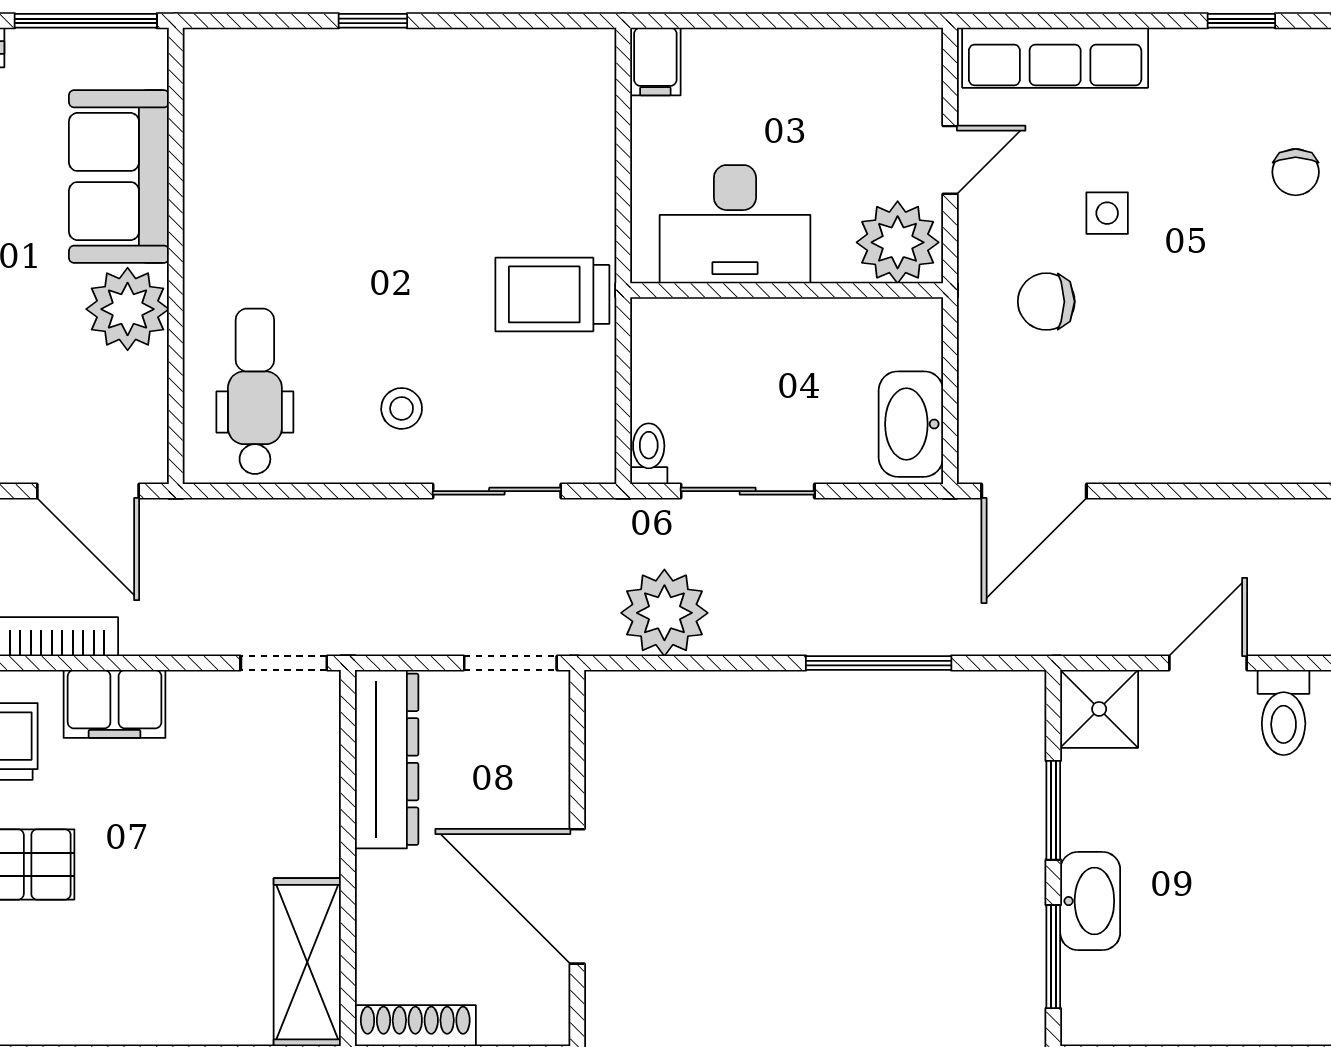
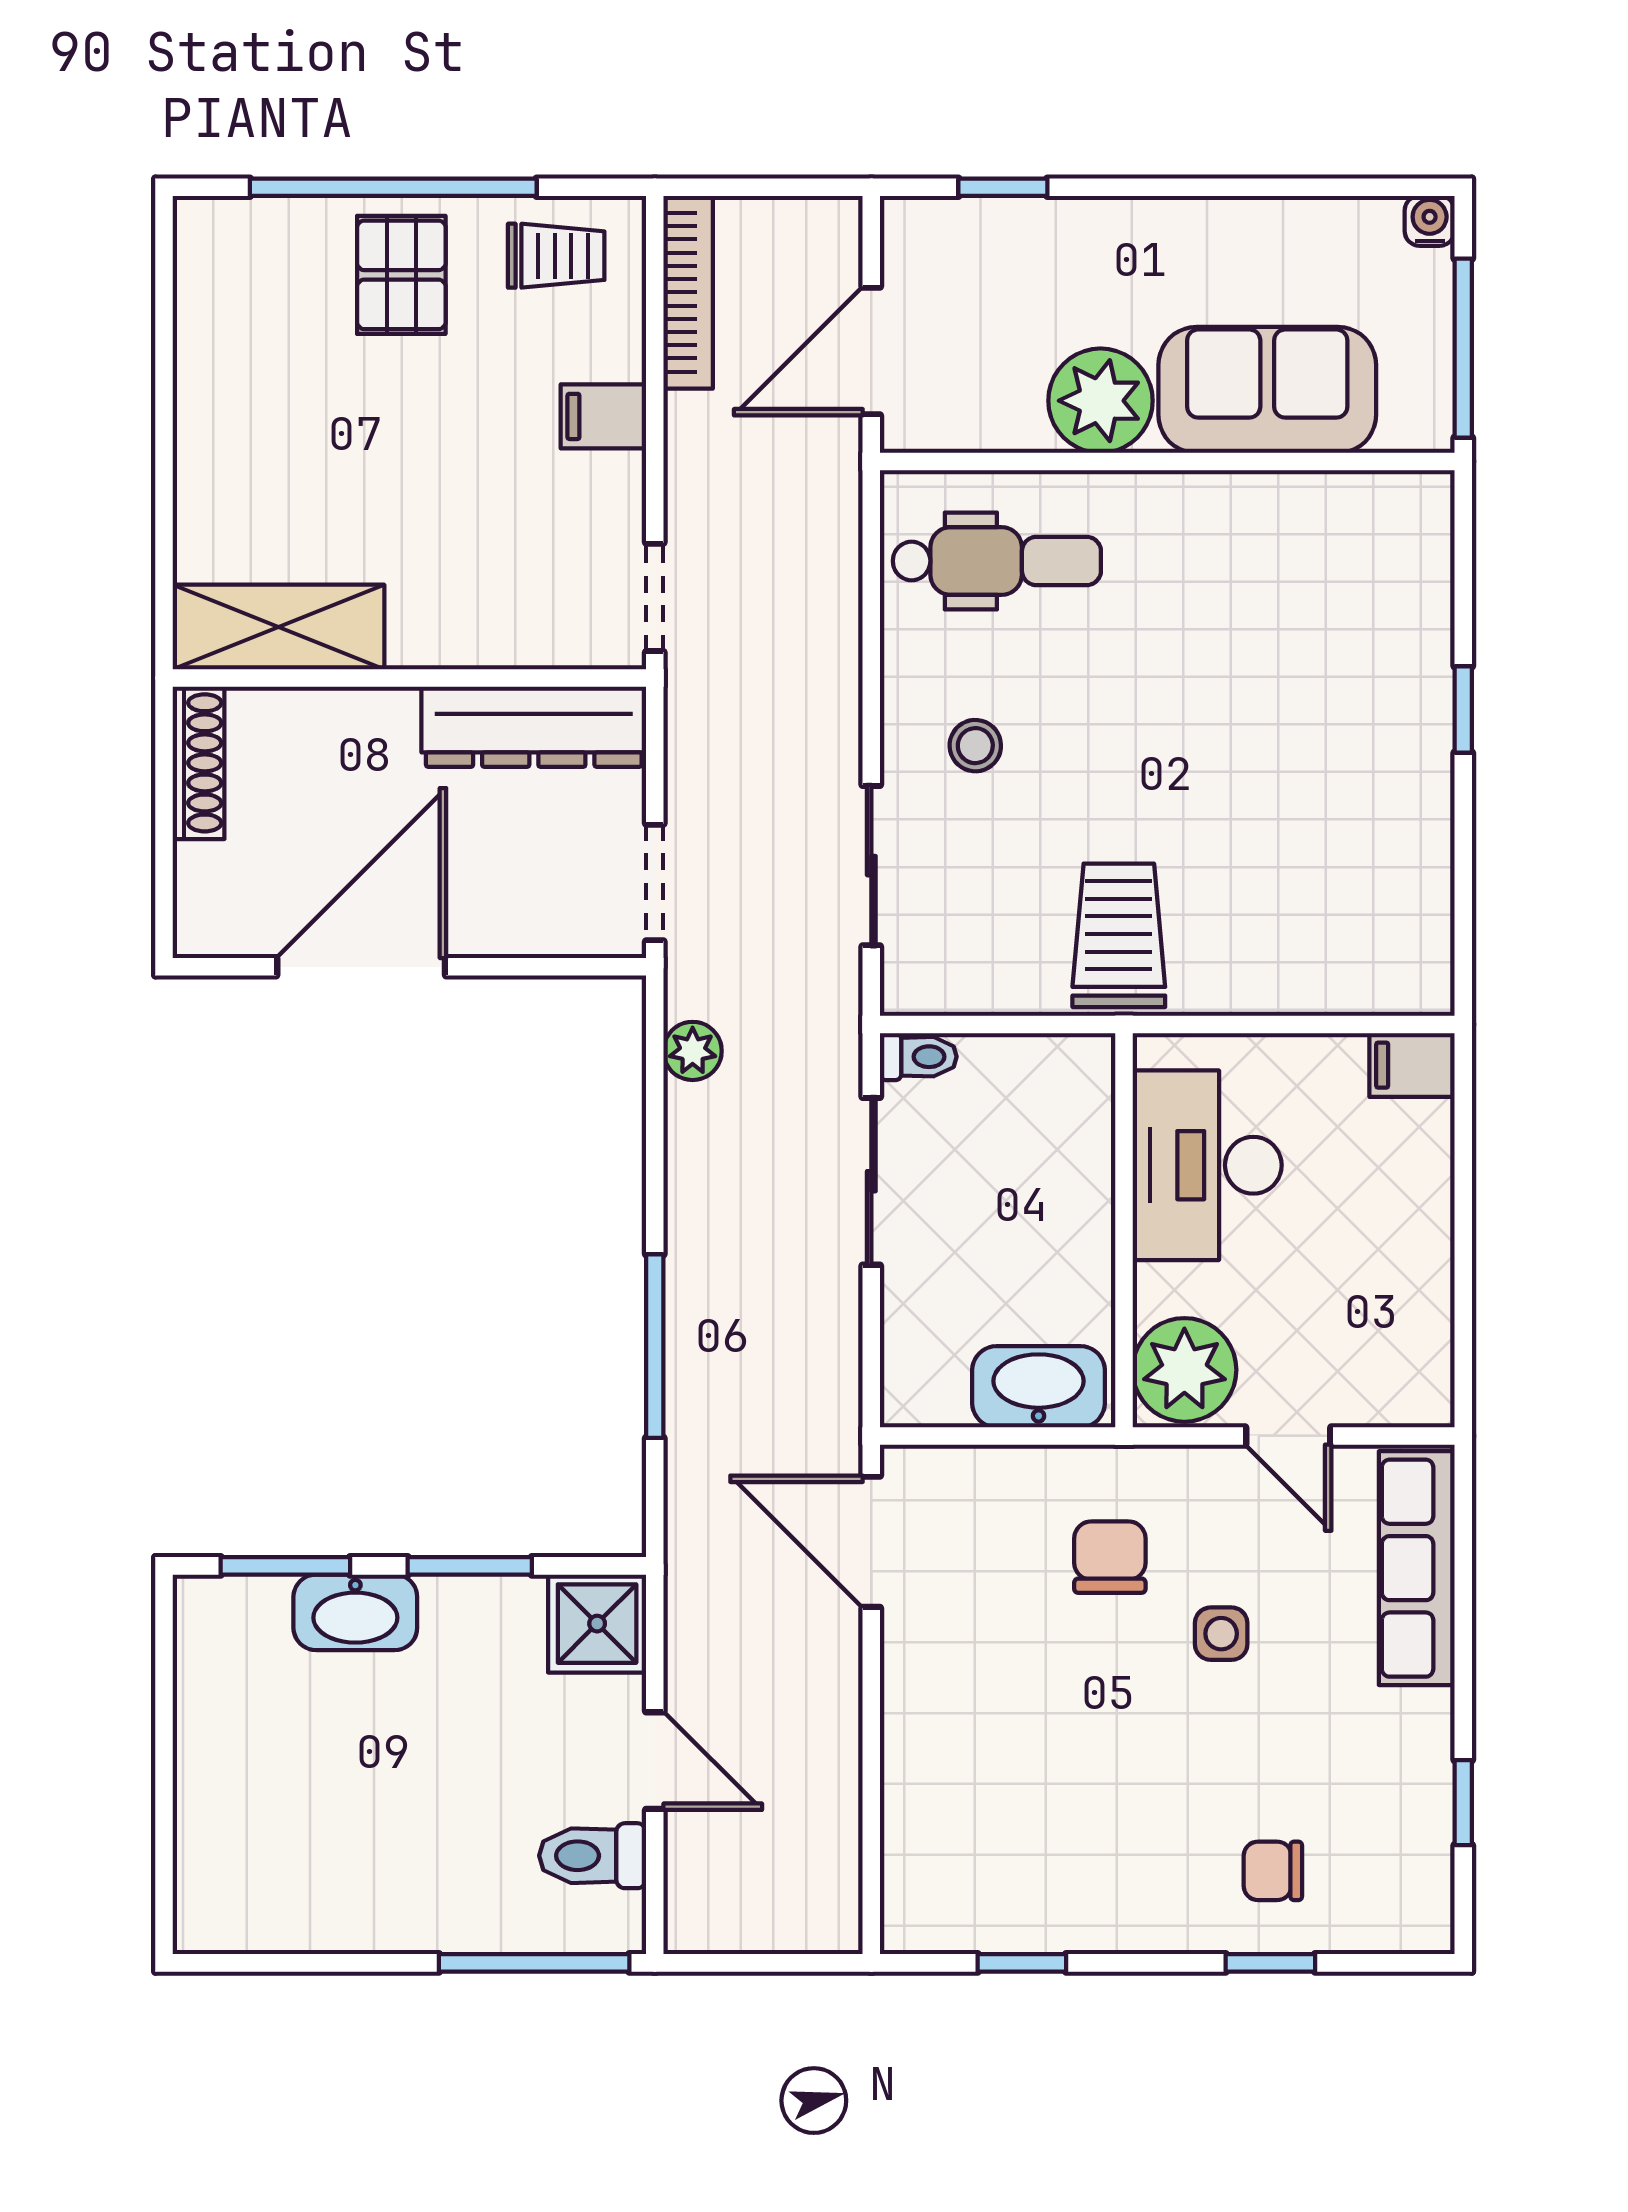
washbasin: (911, 424) -> (1039, 1387), moved
plant: (664, 613) -> (693, 1051), width x0.53, depth x0.53
filing cabinet: (115, 704) -> (603, 416), width x0.50

